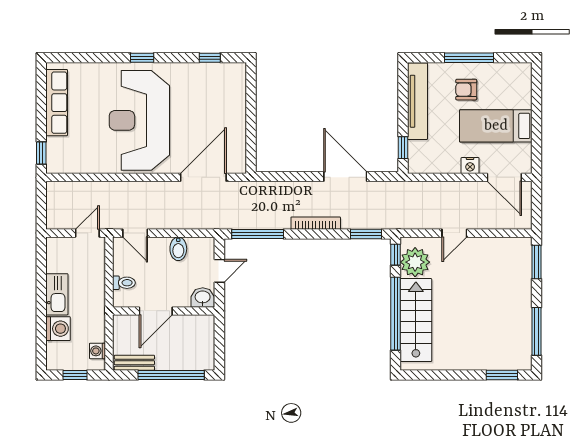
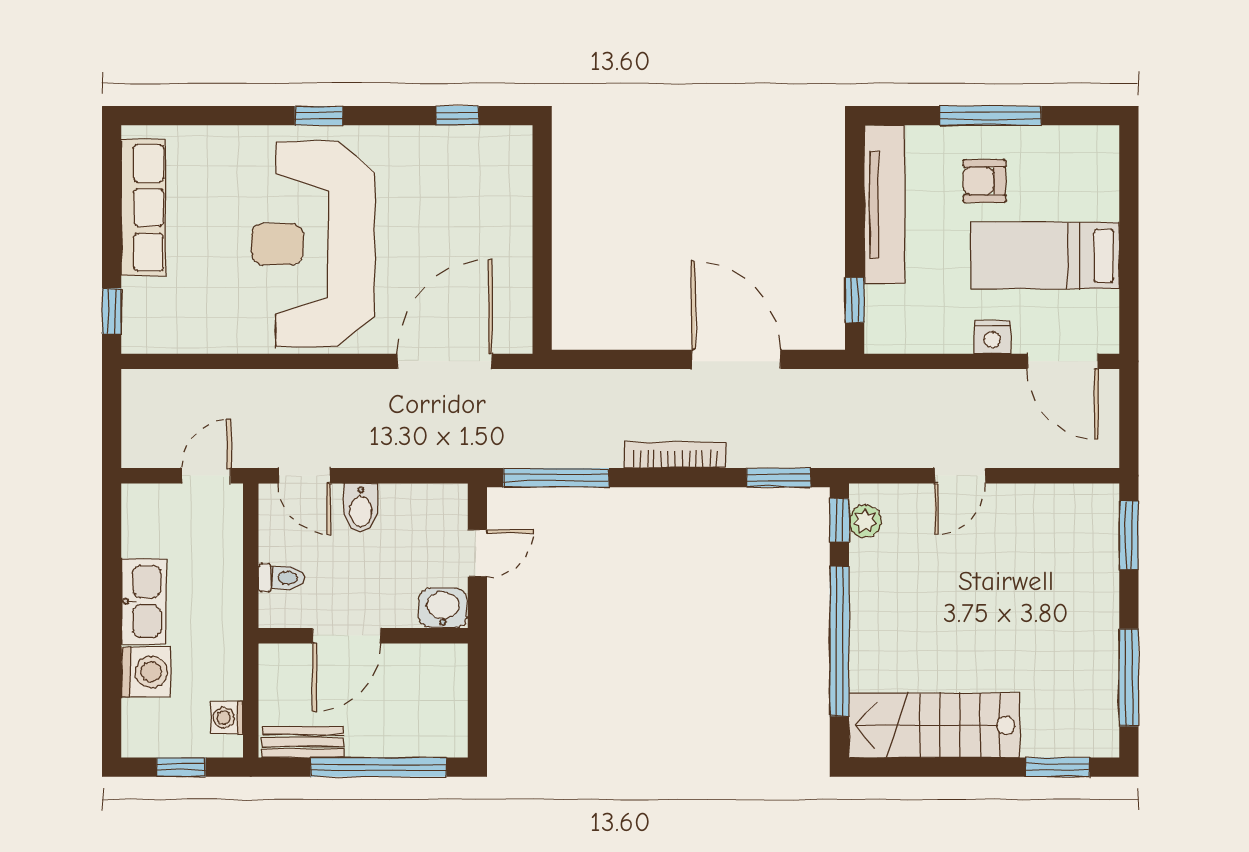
bidet: (178, 249) -> (361, 508), moved
plant: (415, 262) -> (865, 521), width x0.53, depth x0.53
stairs: (416, 320) -> (934, 725), moved, turned -90

